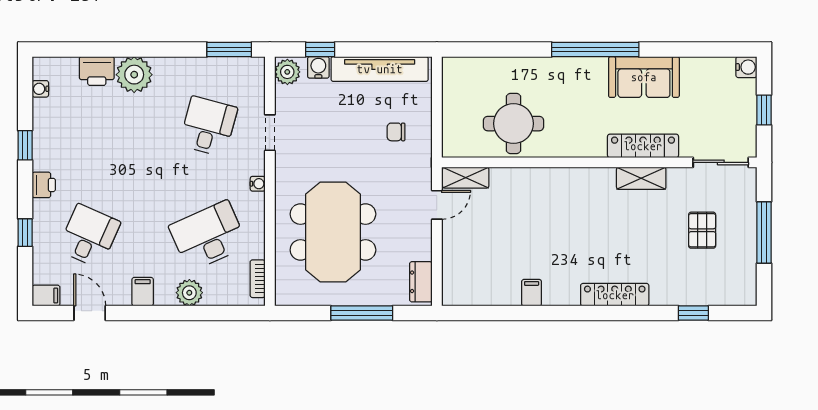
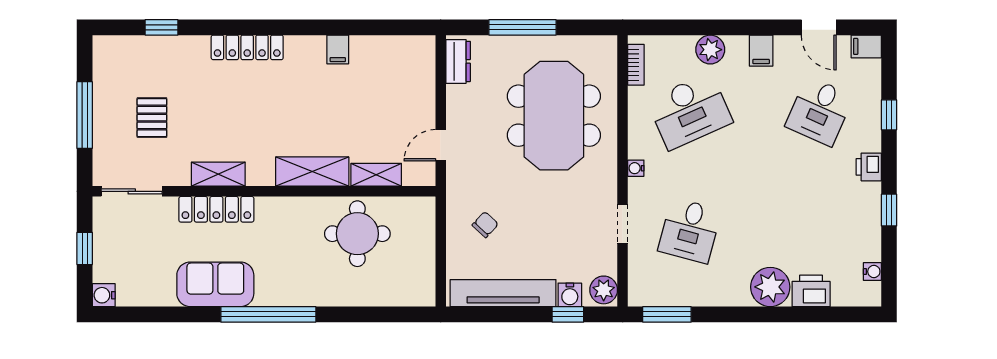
chair: (396, 132) -> (485, 225), turned -47
shelving: (466, 178) -> (376, 175), moved
shelving: (555, 181) -> (312, 172), added

